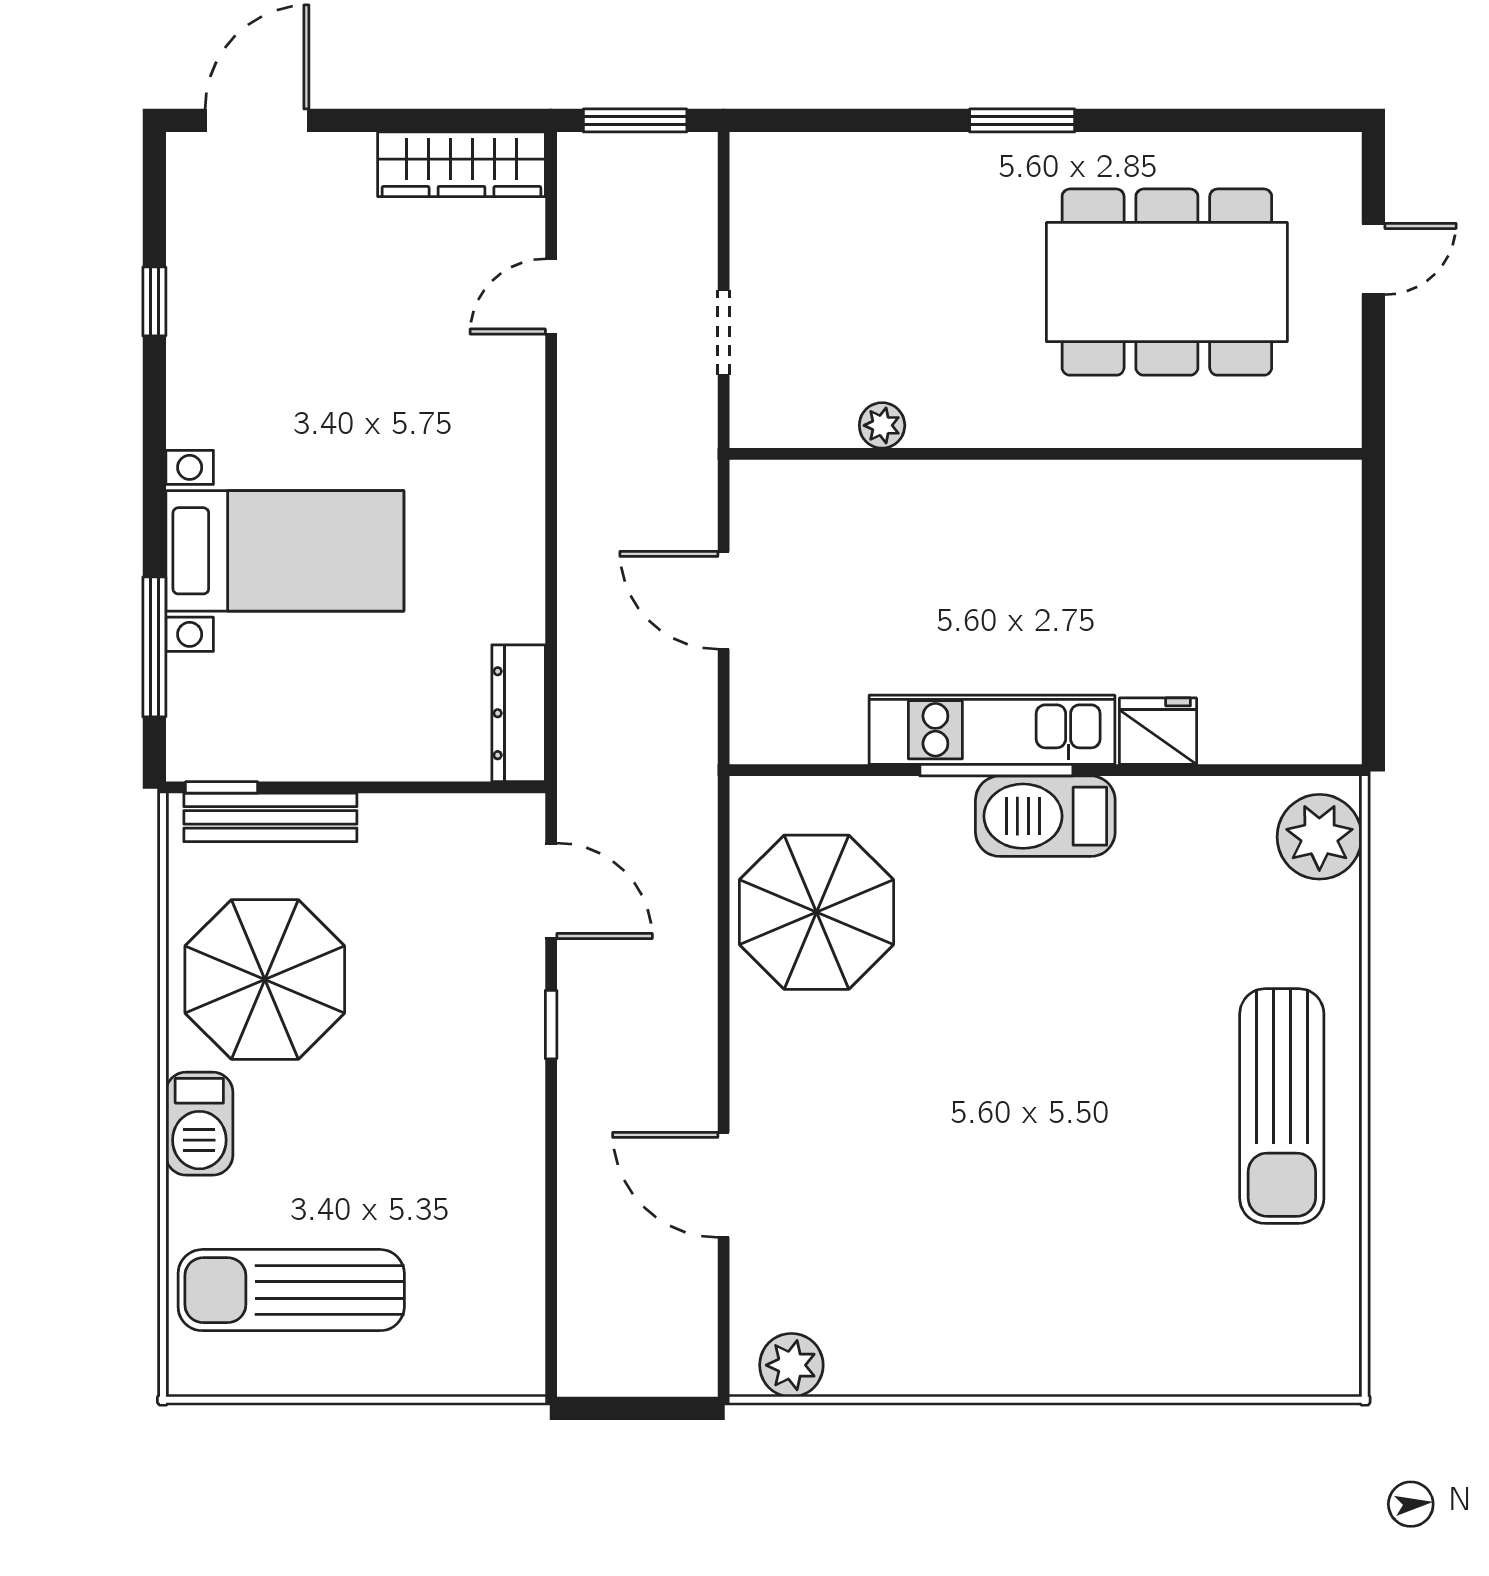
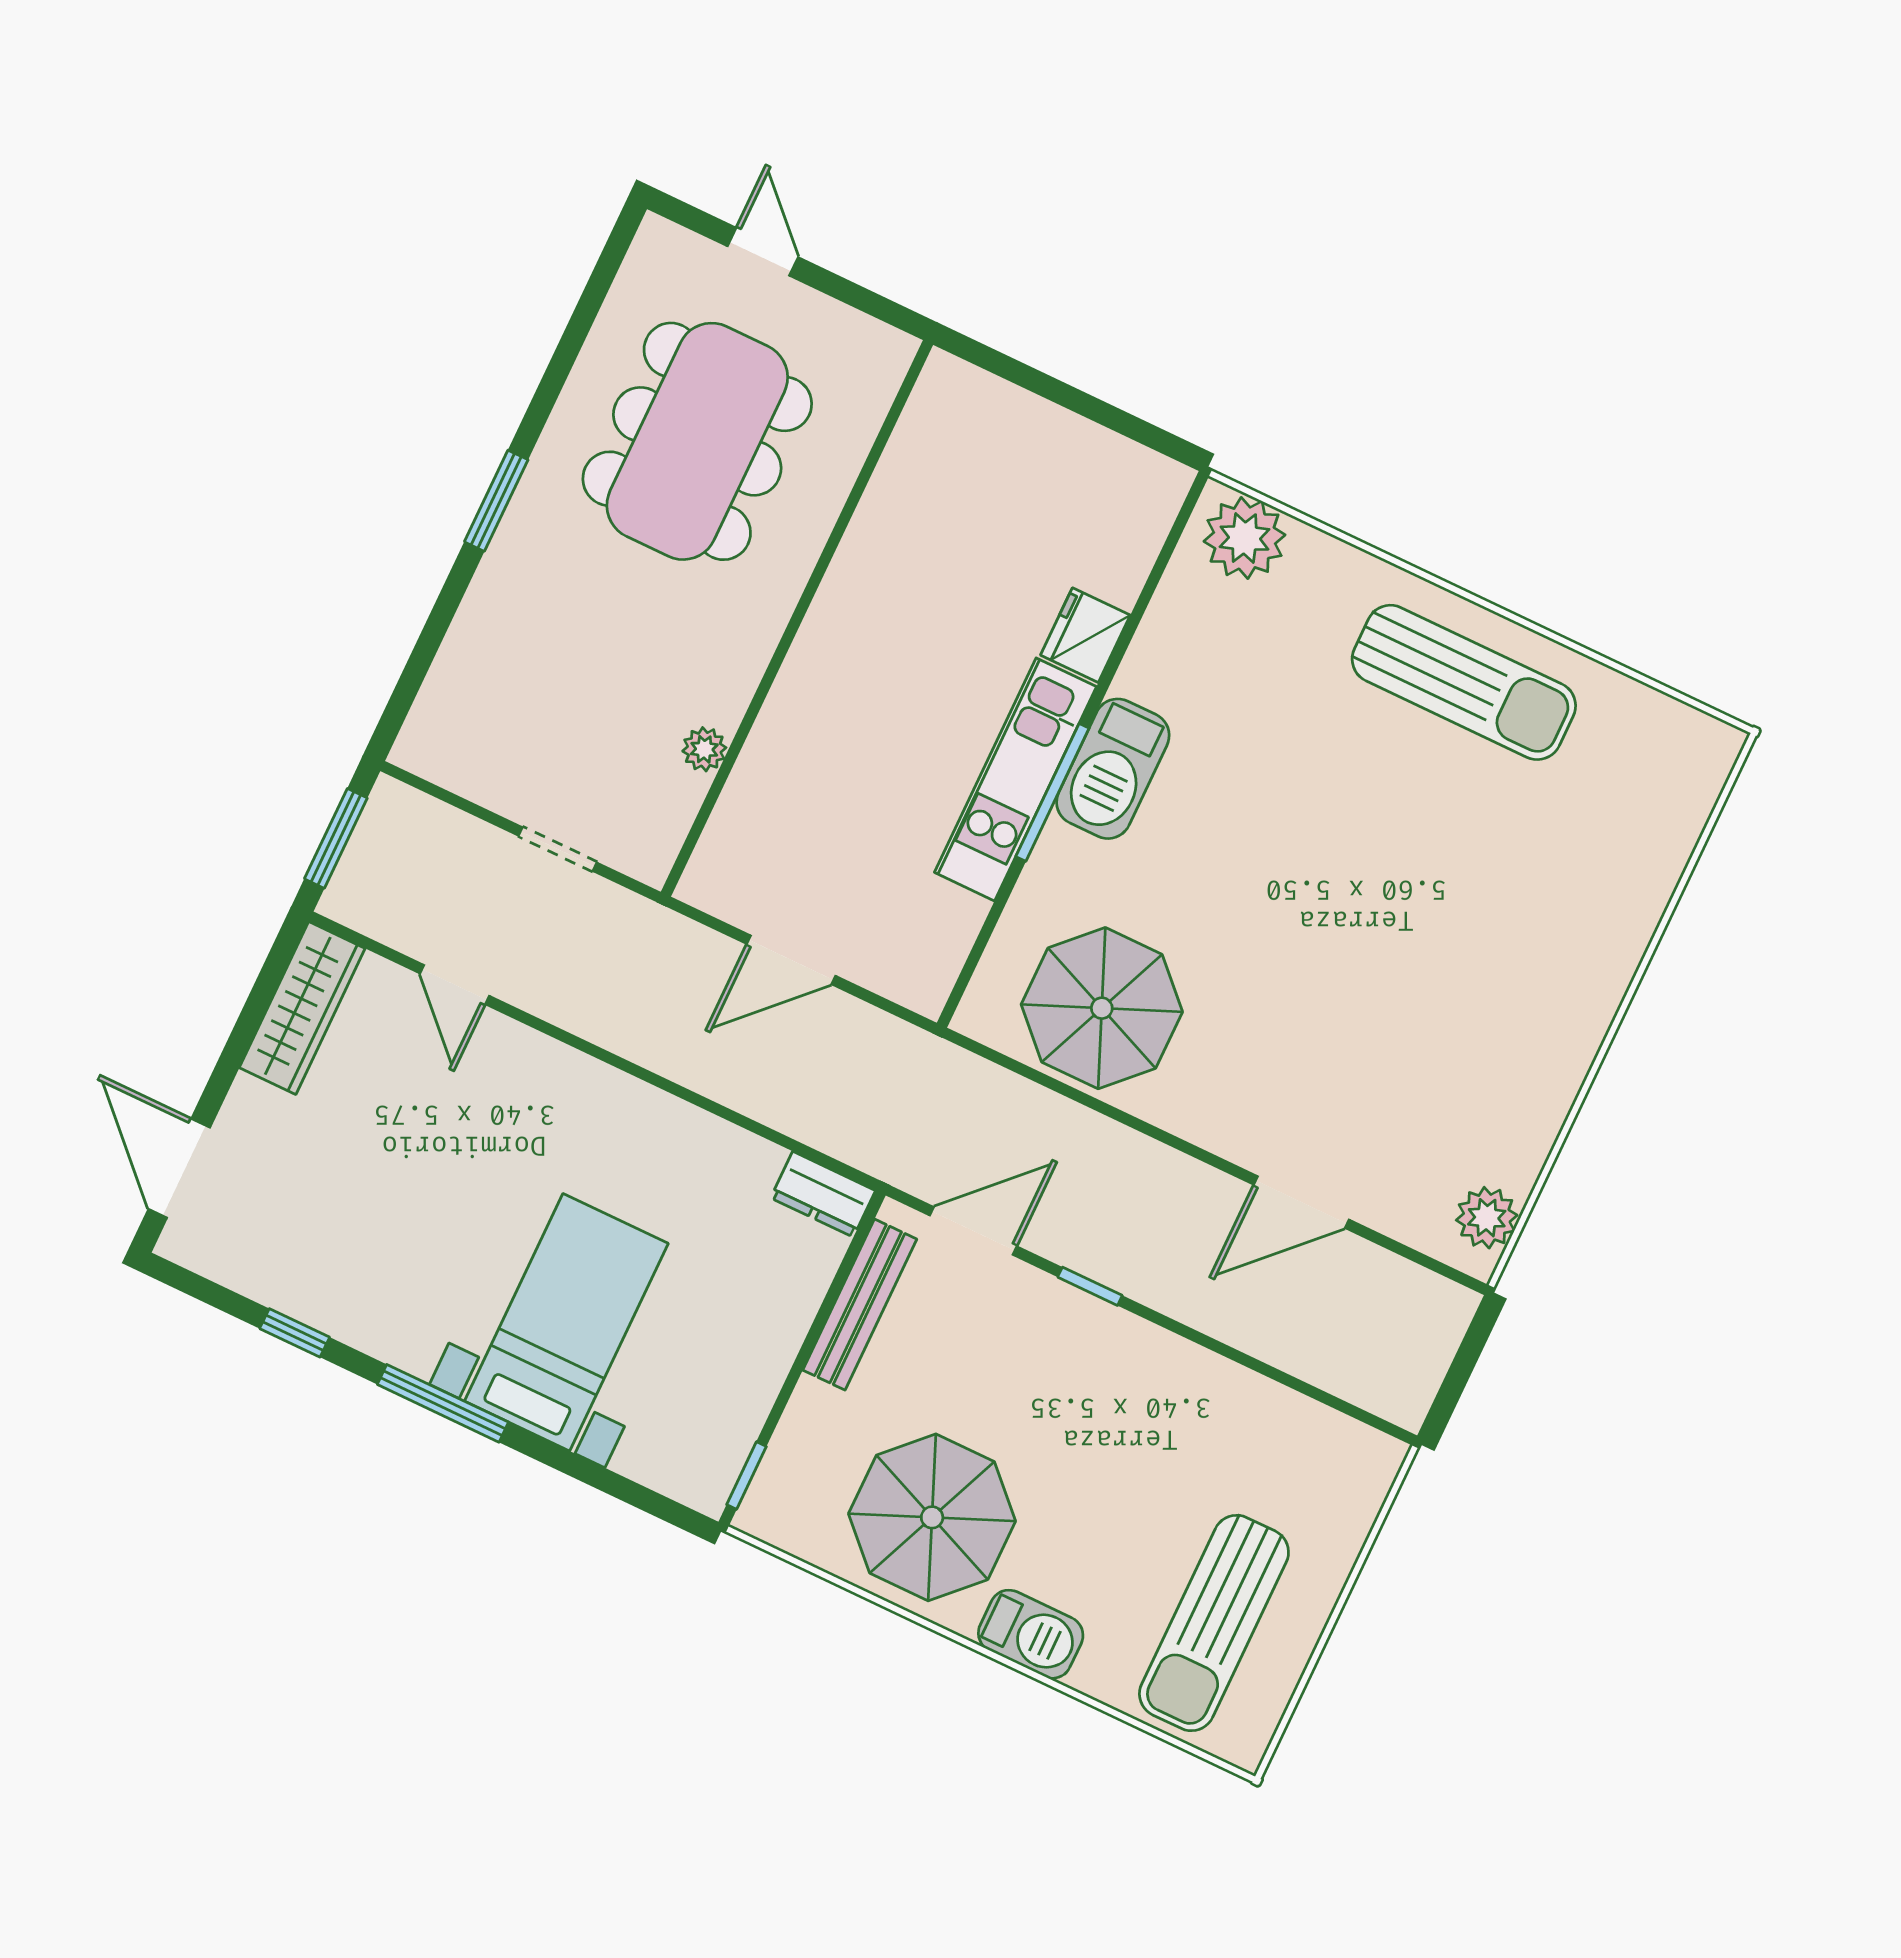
window: (154, 647) -> (443, 1403), moved
dresser: (519, 713) -> (823, 1194), width x0.70
bench: (270, 817) -> (860, 1305), moved

